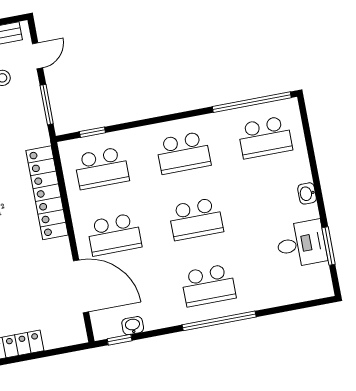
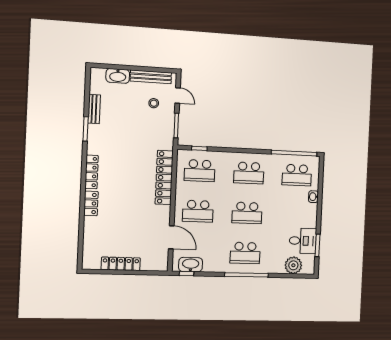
door: (37, 56) -> (178, 95), hinge flipped
washbasin: (307, 193) -> (313, 197), moved
door: (81, 286) -> (171, 237), width x0.73
plant: (295, 288) -> (293, 265), added
washbasin: (133, 326) -> (191, 265), width x1.91, depth x1.45

